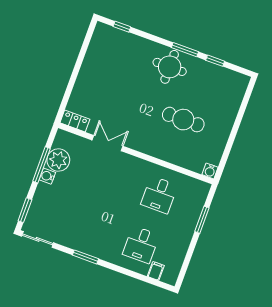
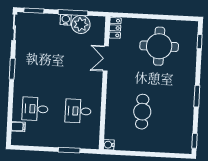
window: (215, 61) -> (195, 141), moved
round table: (170, 67) -> (159, 46), moved, width x1.36, depth x1.36
double door: (107, 143) -> (106, 59), swing flipped

